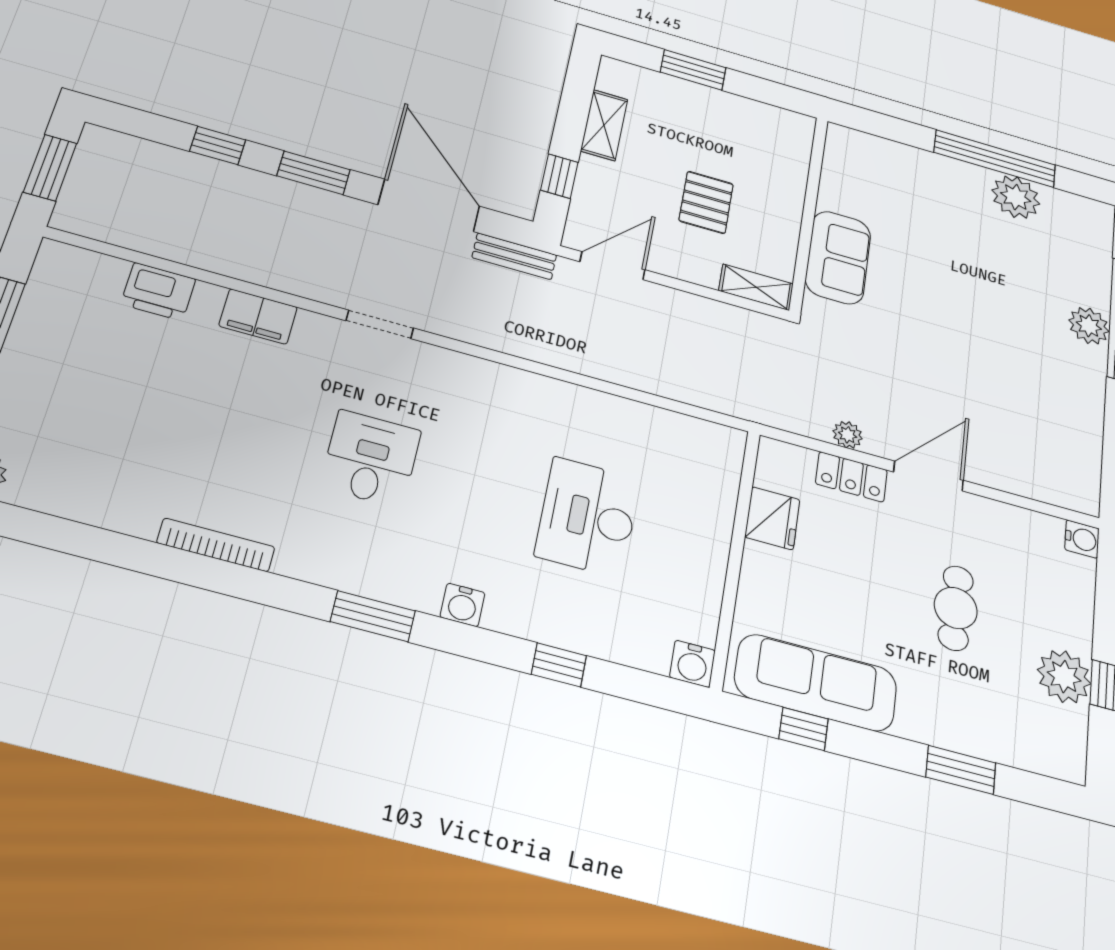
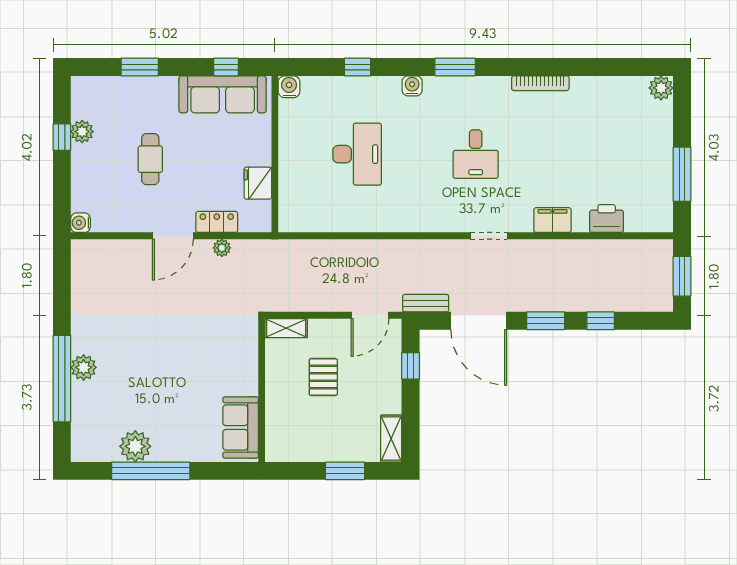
shelving: (604, 125) -> (391, 439), moved
sofa: (838, 257) -> (241, 428), moved
plant: (1064, 677) -> (82, 132), width x0.73, depth x0.73

